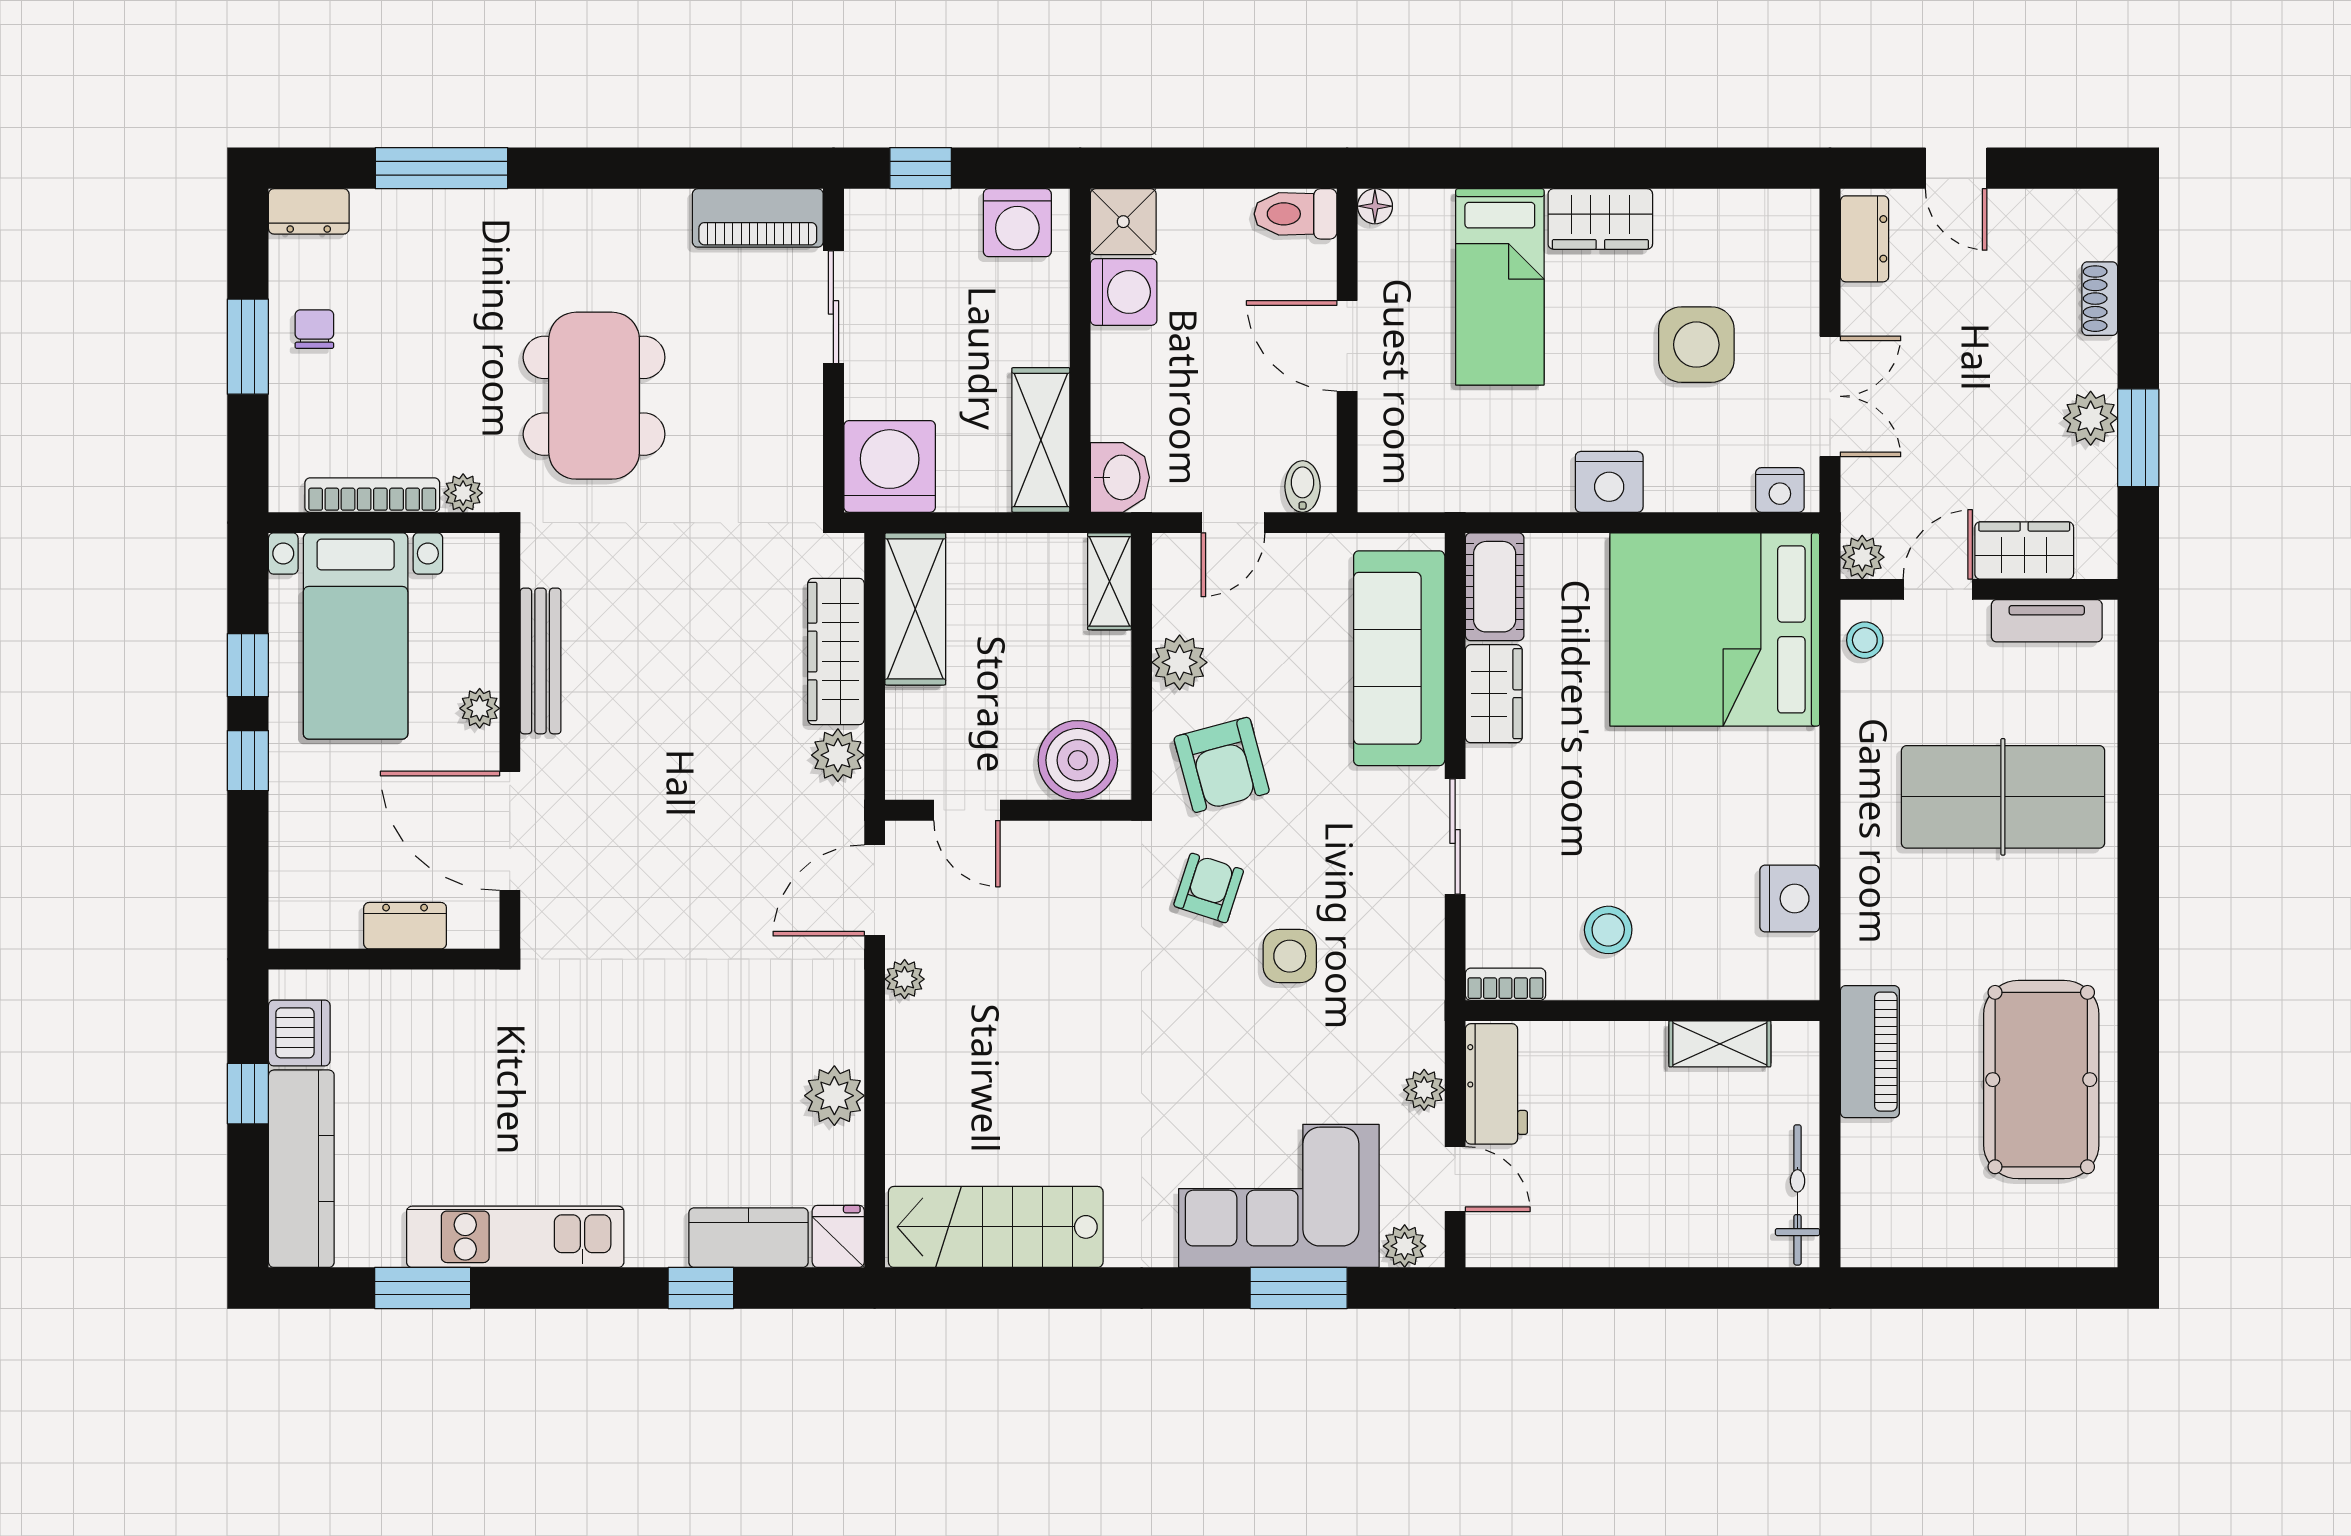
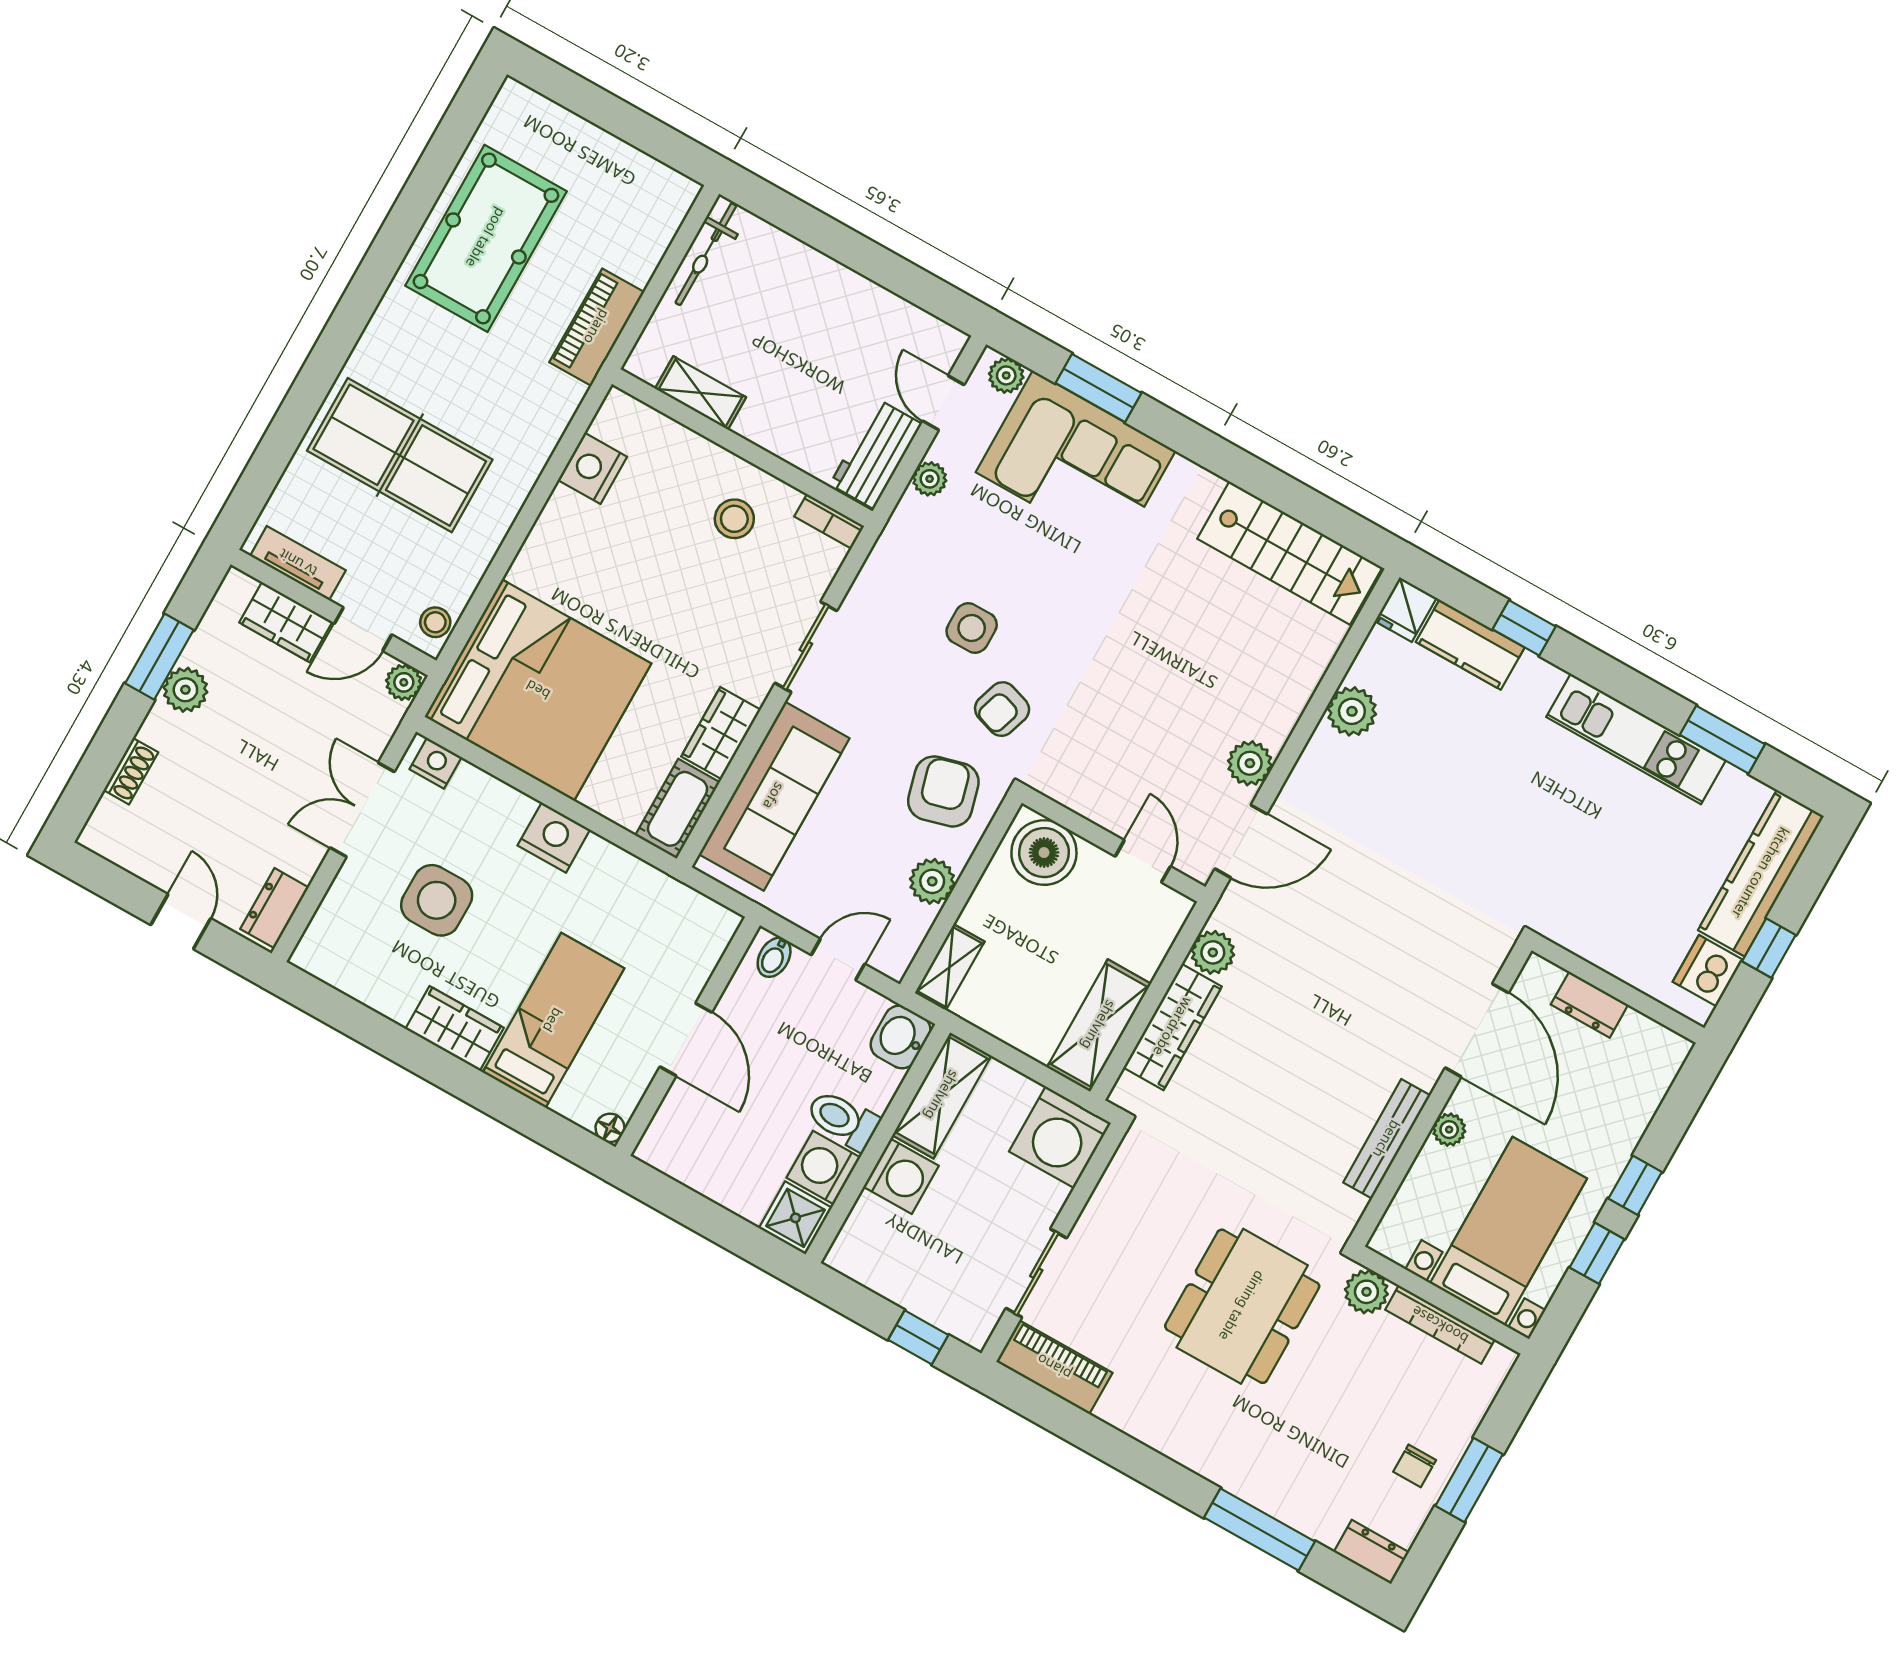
toilet: (1295, 214) -> (843, 1120), moved, turned 180
washing machine: (1017, 223) -> (901, 1176), moved, turned 90
plant: (463, 493) -> (1366, 1292), width x1.38, depth x1.38
plant: (905, 979) -> (1250, 763), width x1.38, depth x1.38

